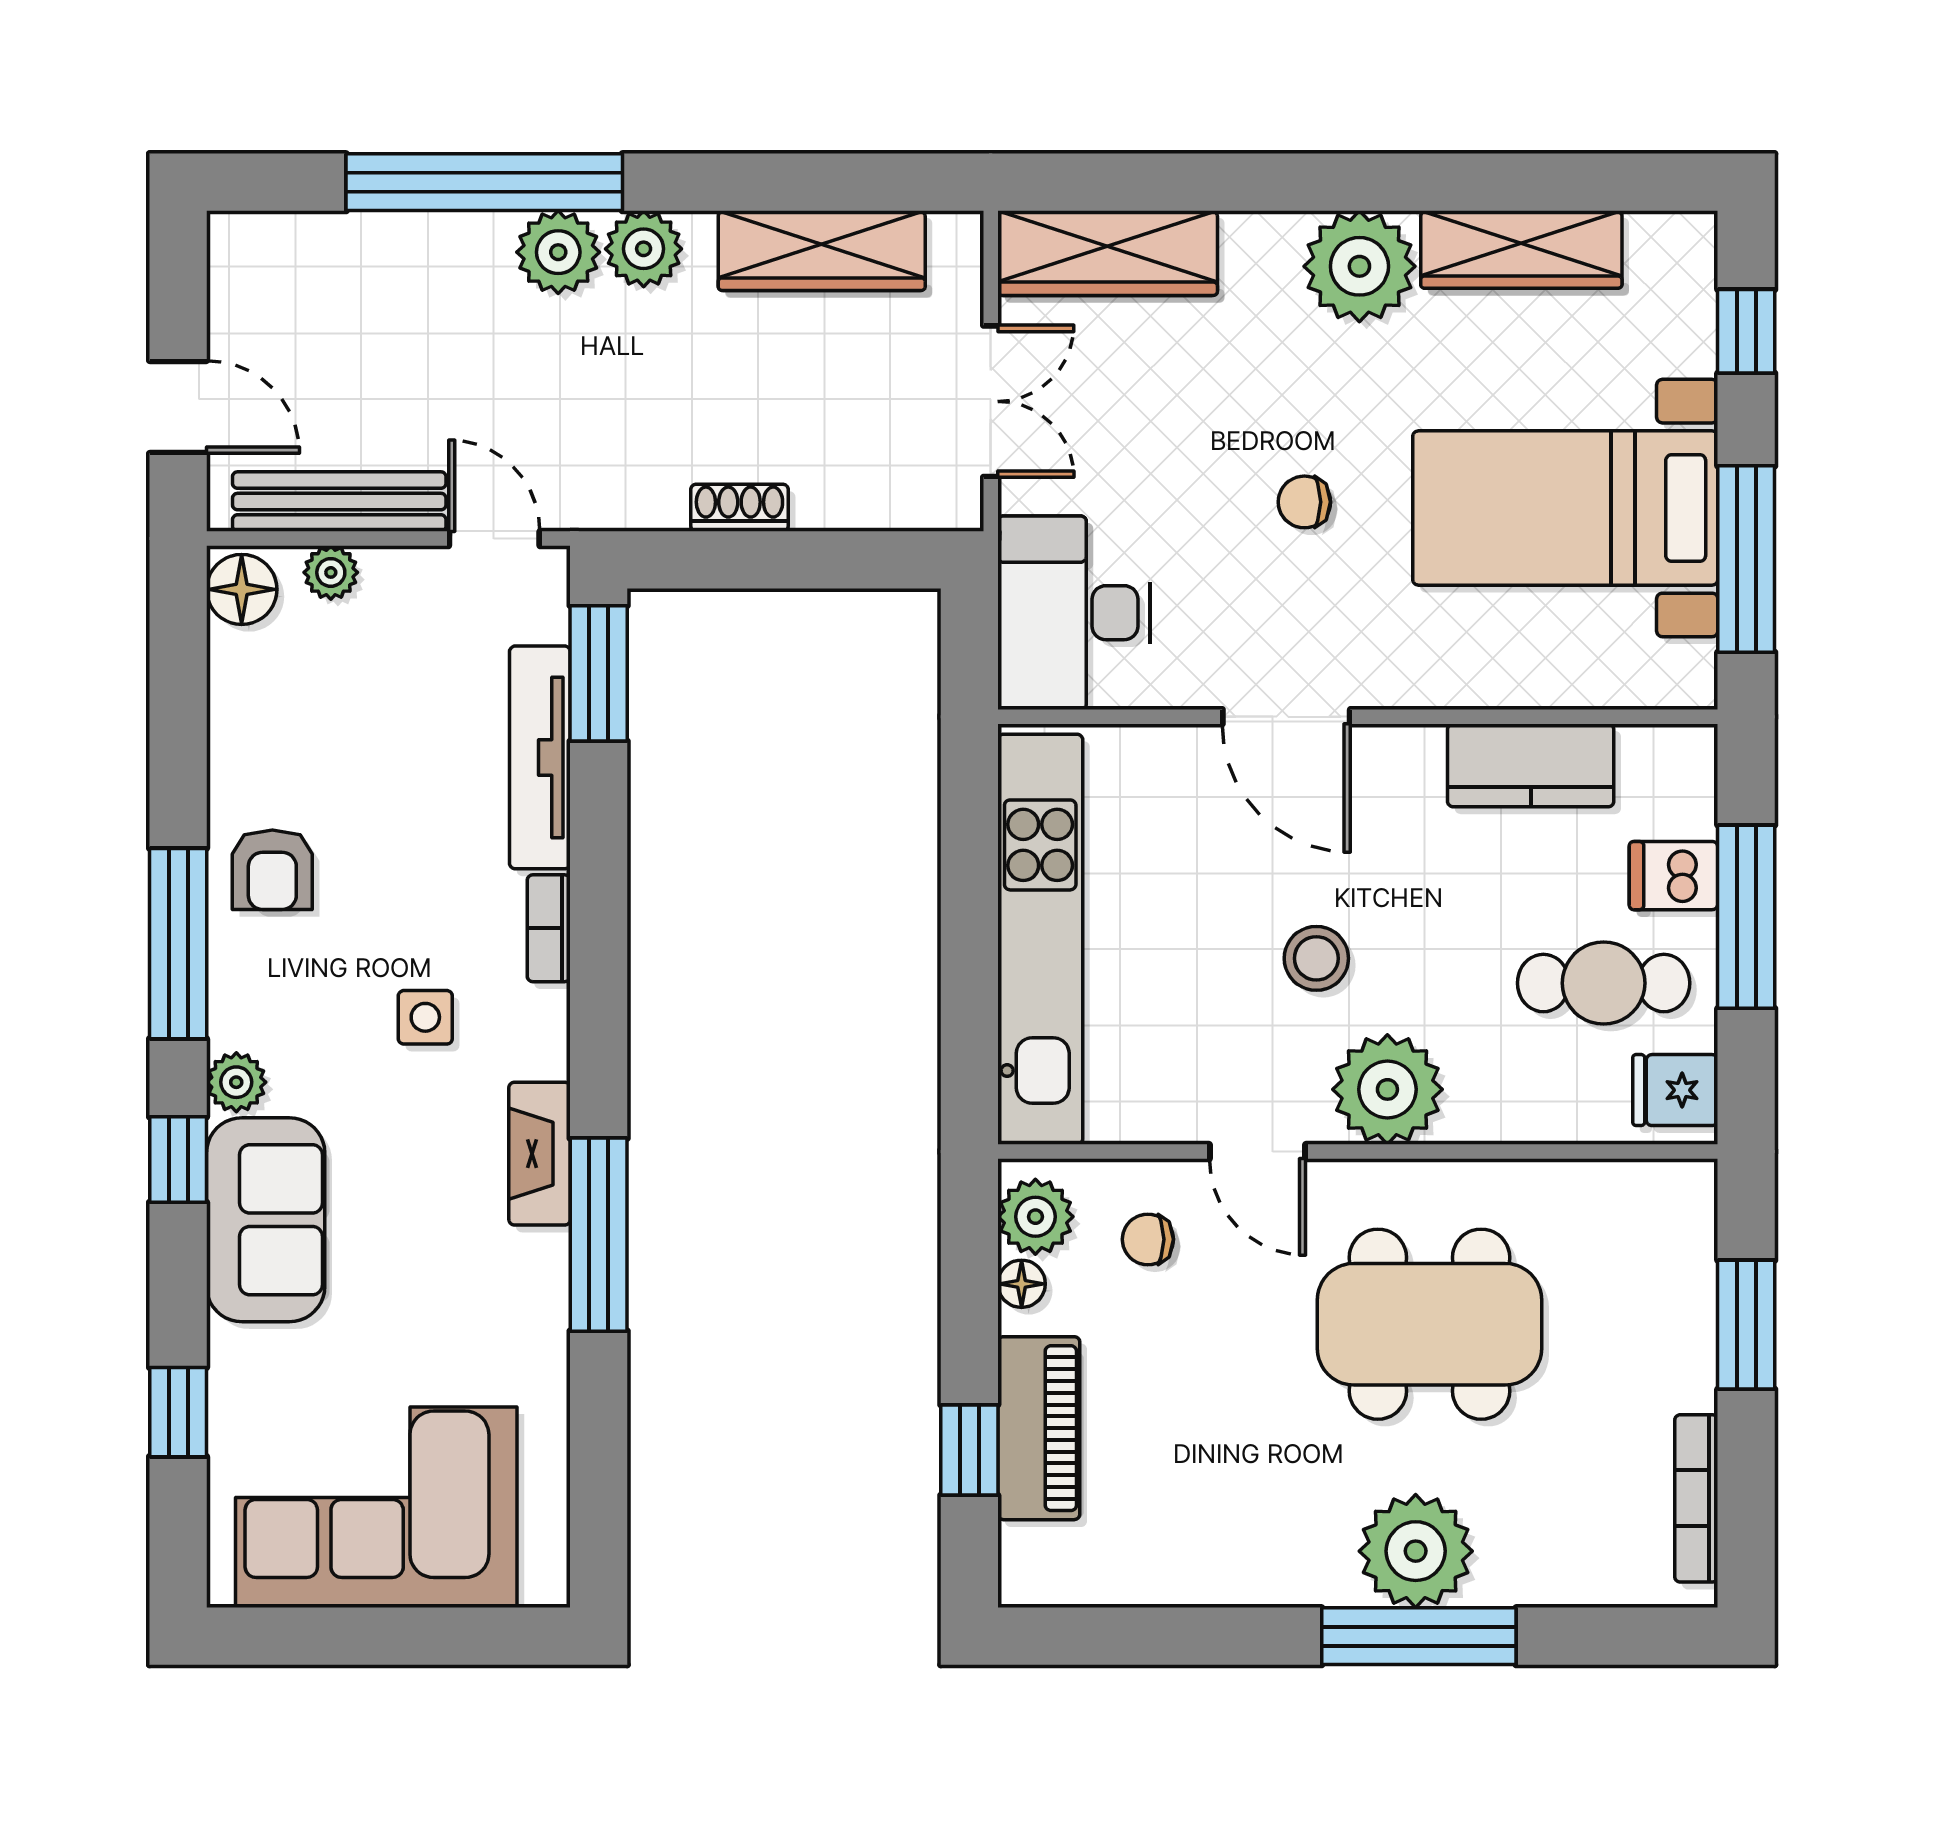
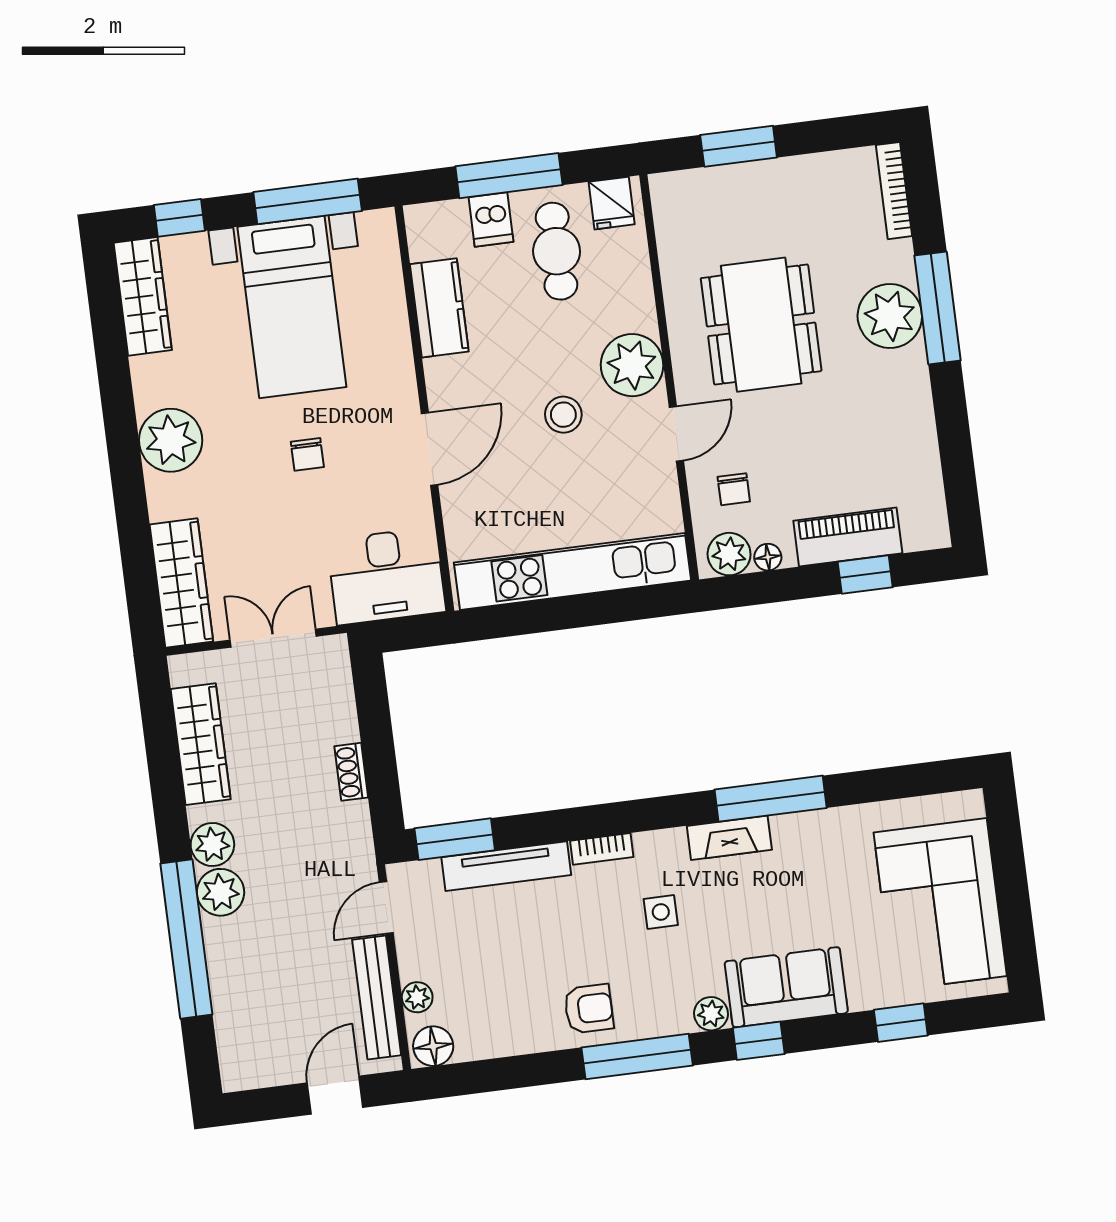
wardrobe: (1521, 250) -> (143, 296), moved
bookcase: (1696, 1498) -> (894, 191), moved, turned 90

